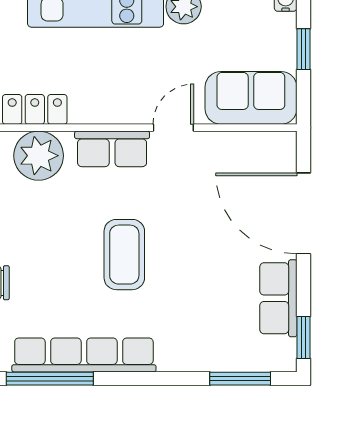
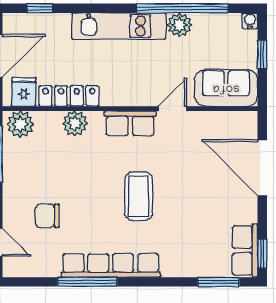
plant: (39, 156) -> (75, 123), width x0.73, depth x0.73
row of seats: (278, 298) -> (245, 251), moved

